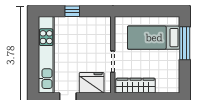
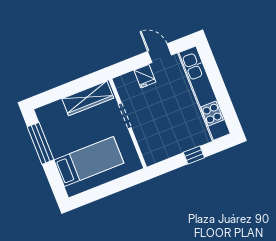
window: (185, 43) -> (41, 143), moved
fridge: (92, 83) -> (145, 76), width x0.53, depth x0.75

